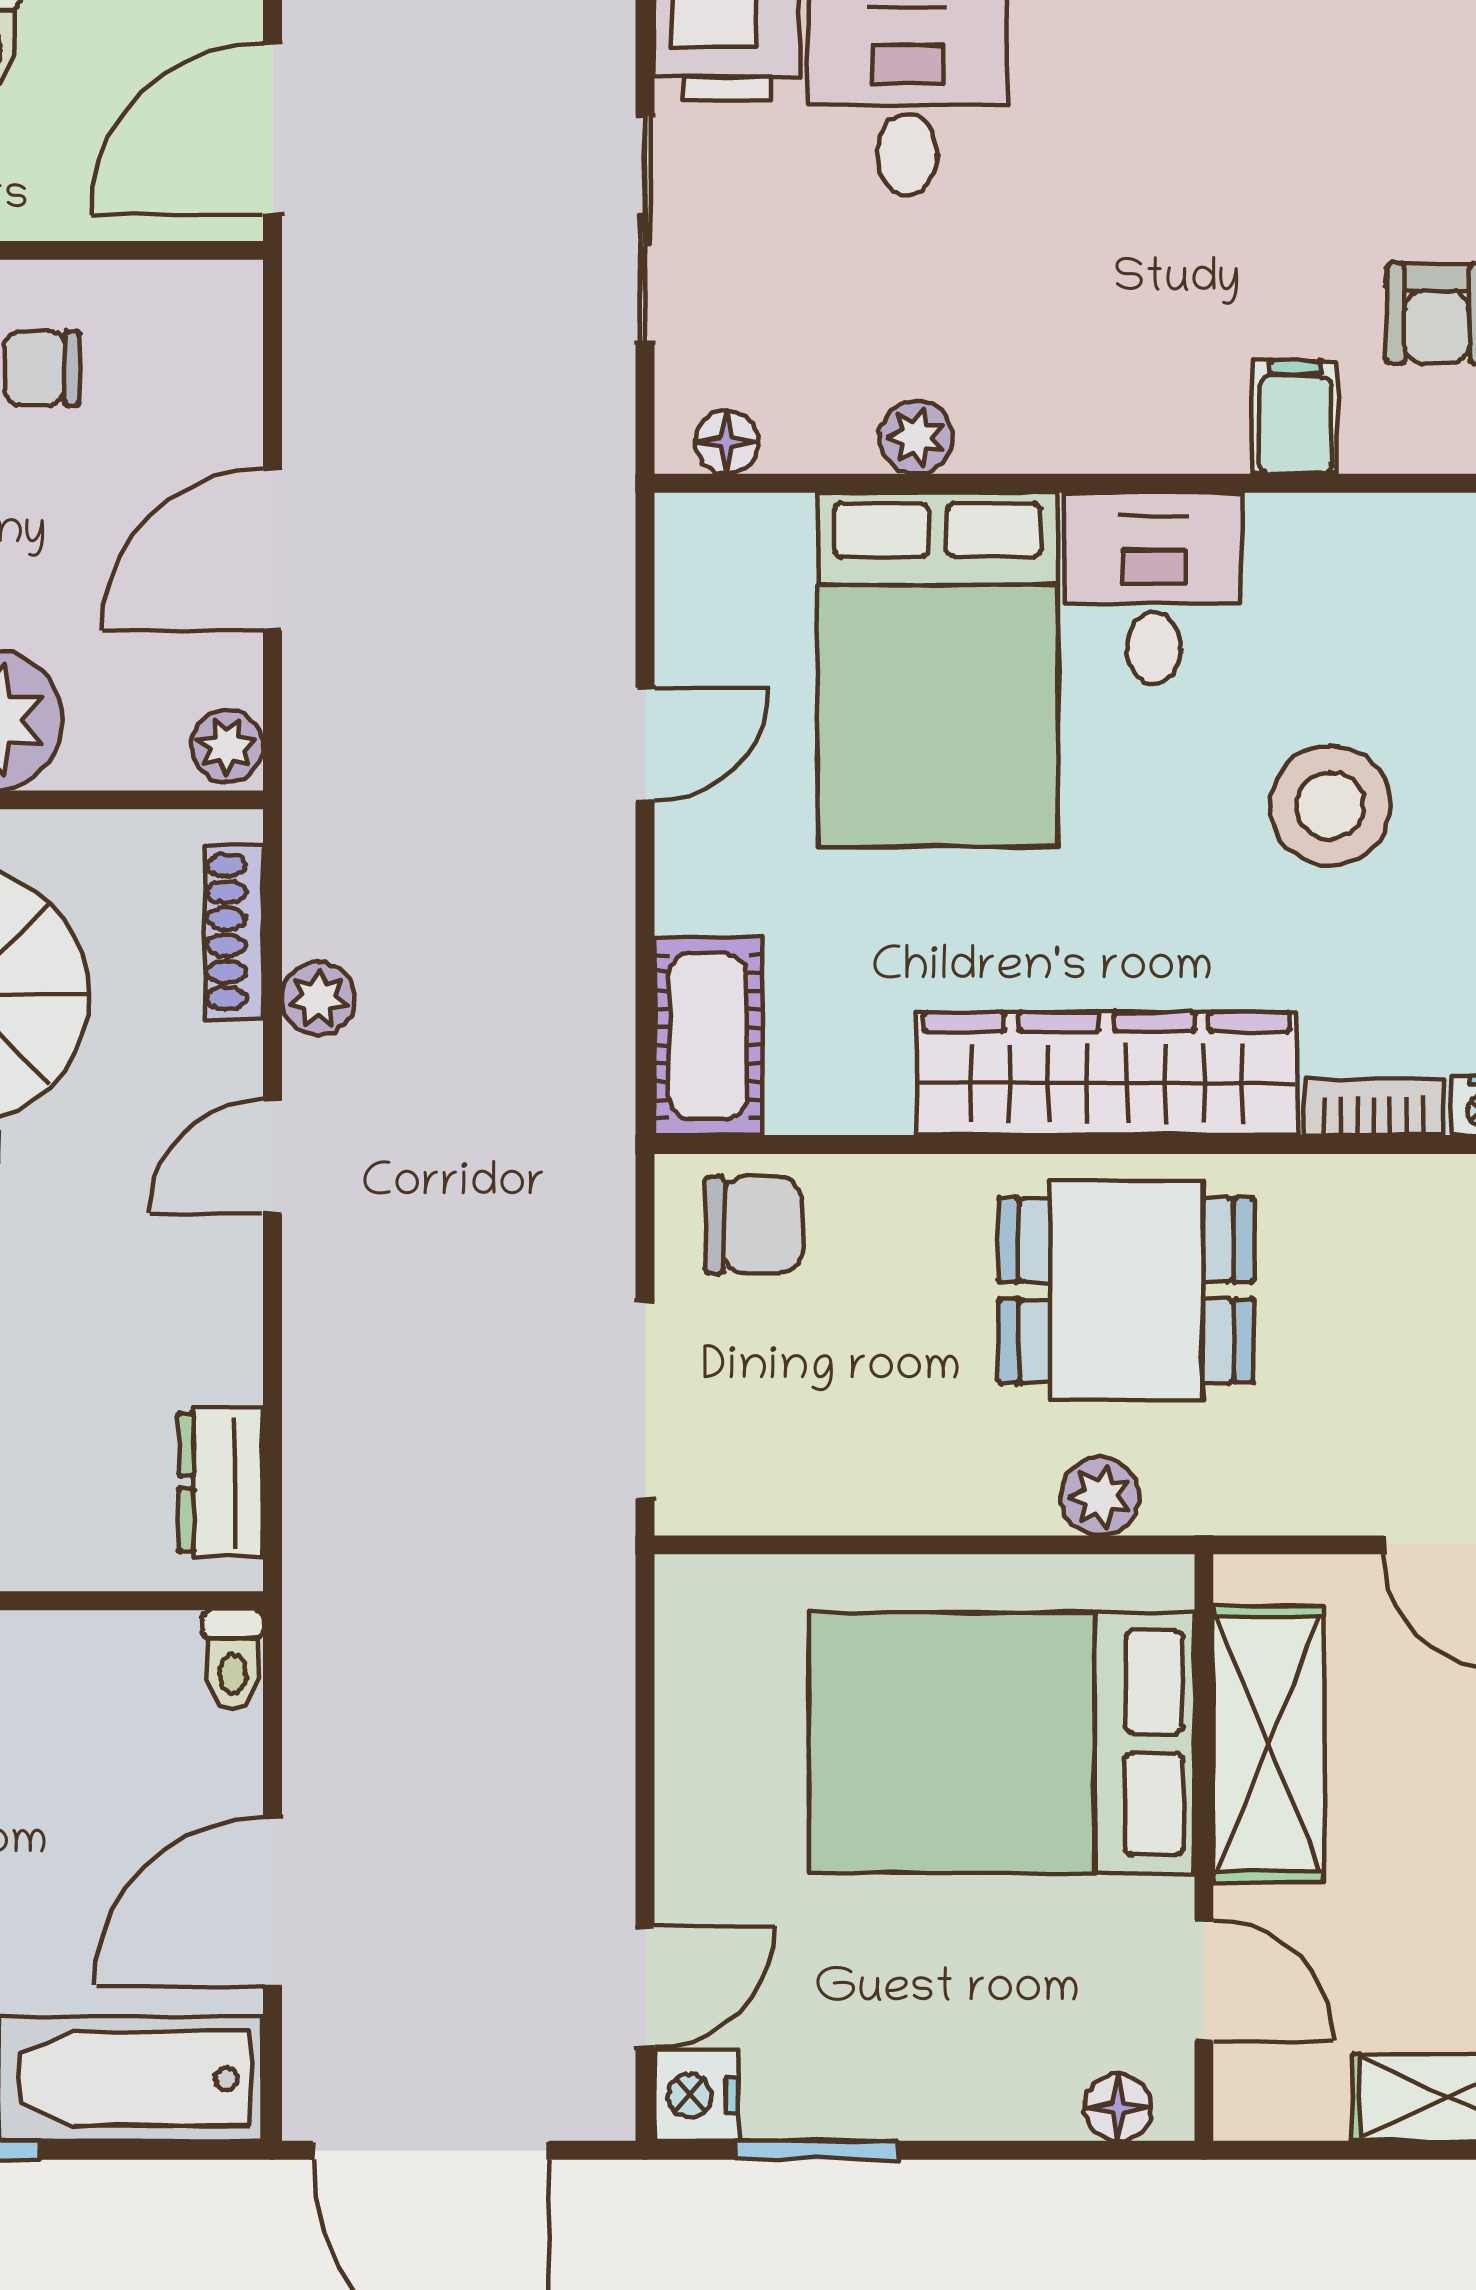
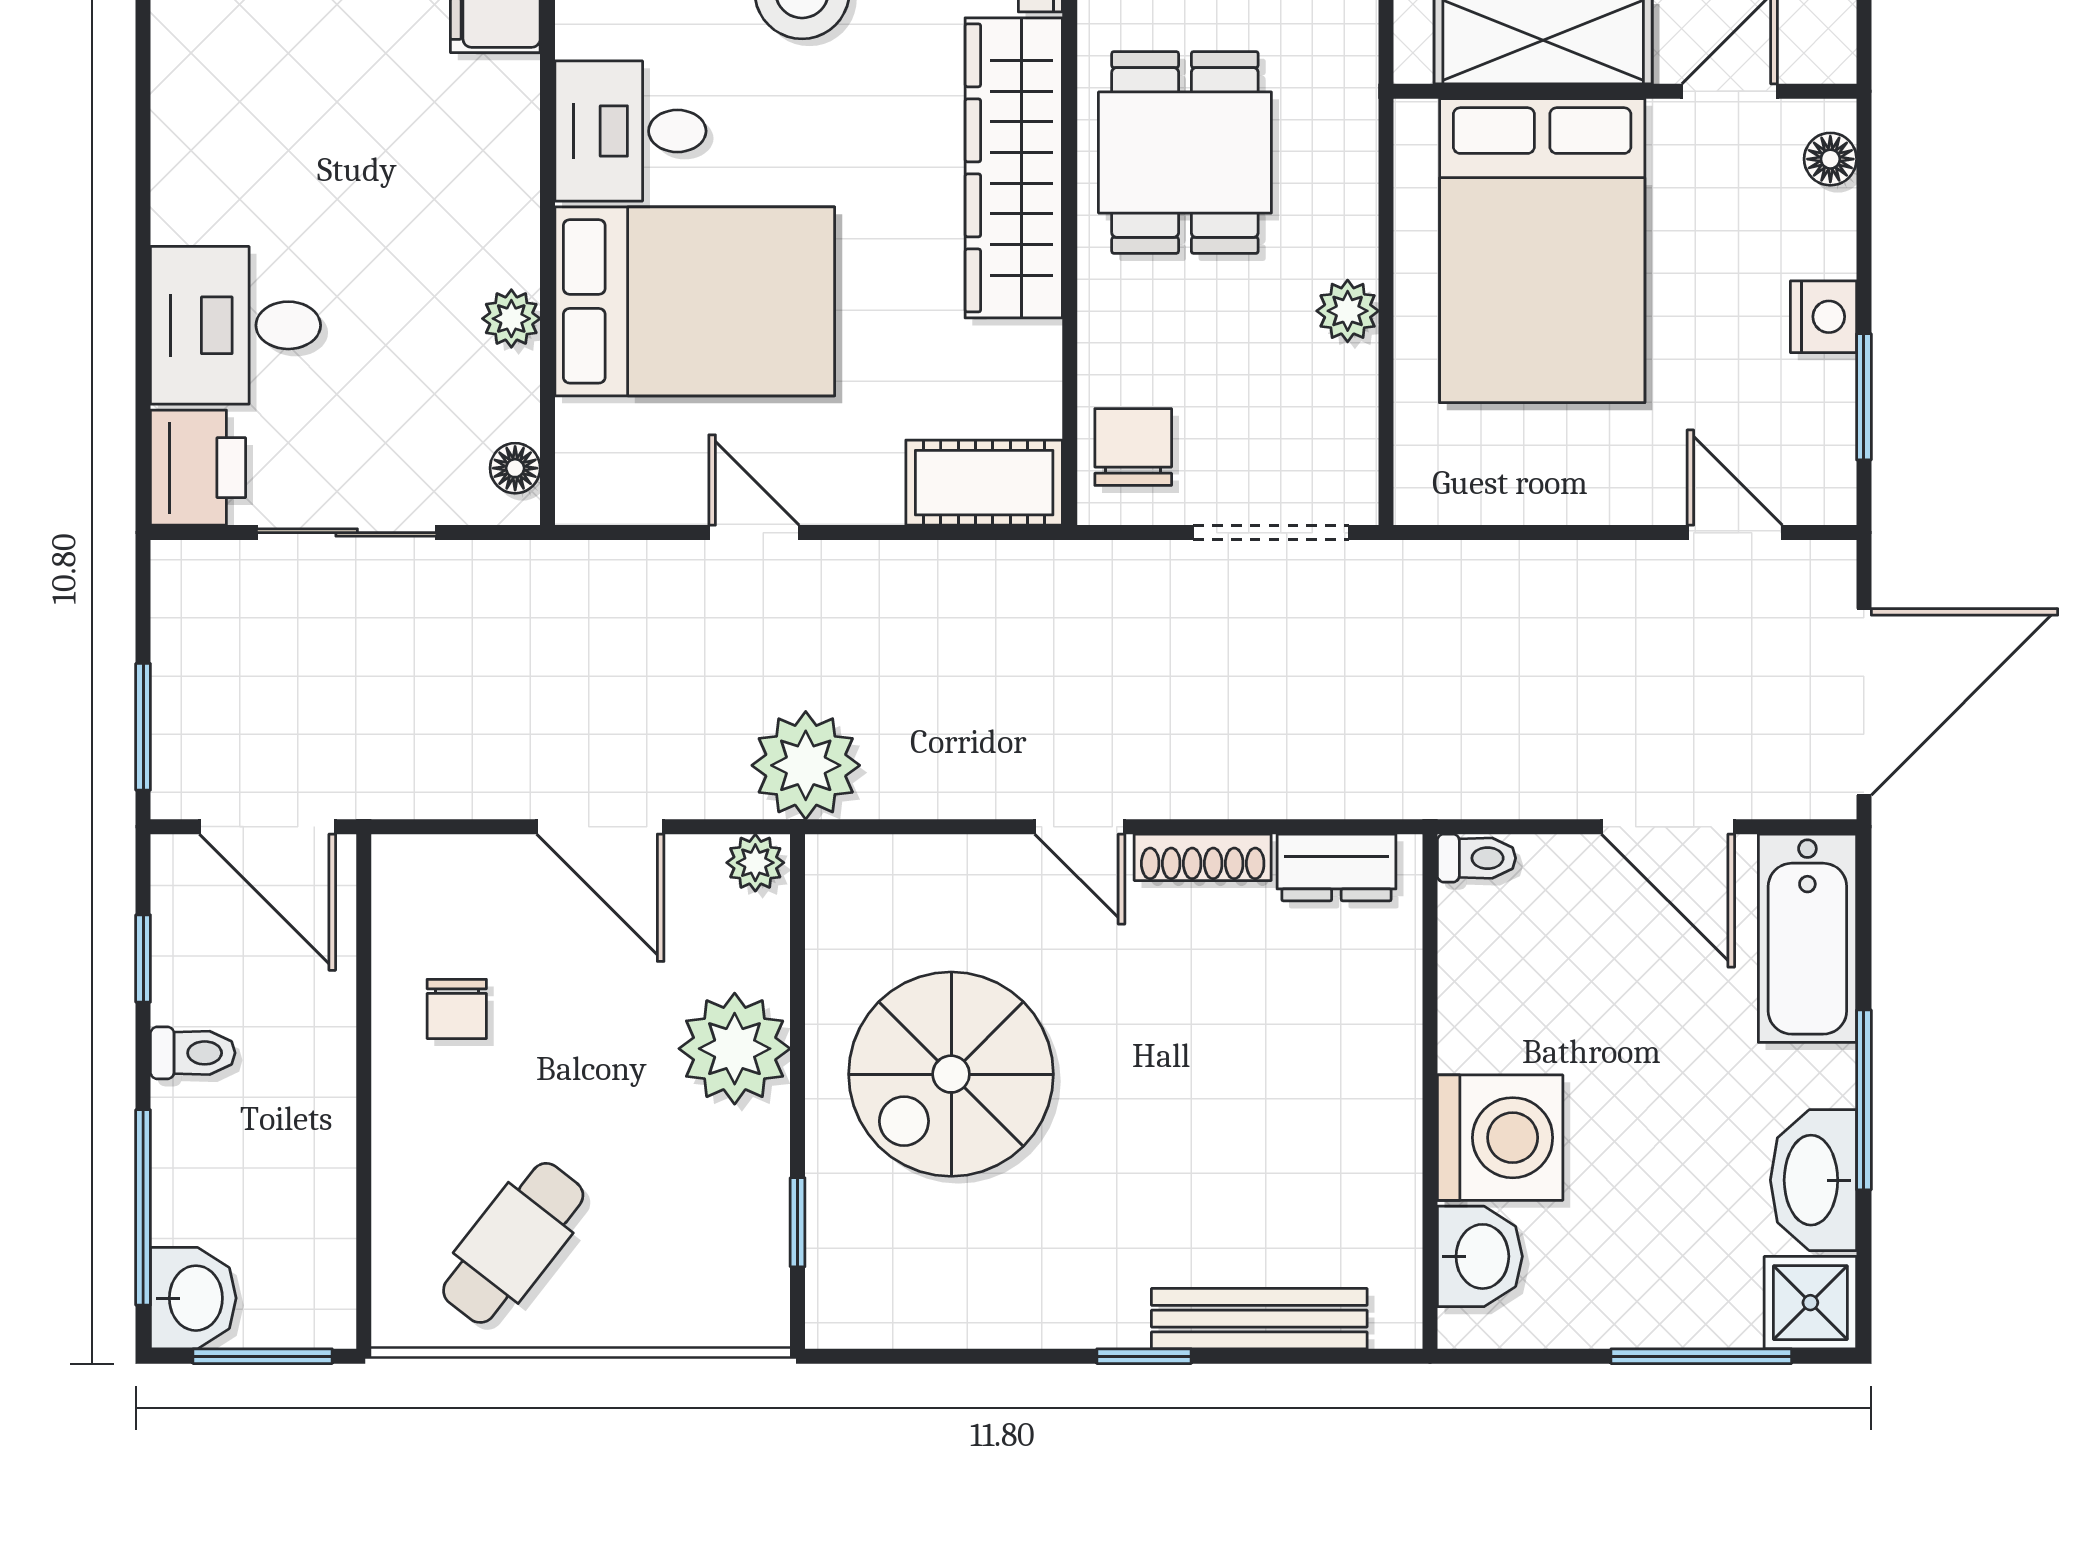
shoe rack: (234, 932) -> (1203, 857), moved
plant: (318, 999) -> (806, 765), moved, width x1.88, depth x1.88
plant: (1100, 1496) -> (1348, 311), moved
nightstand: (696, 2095) -> (1824, 317), moved, turned -90

